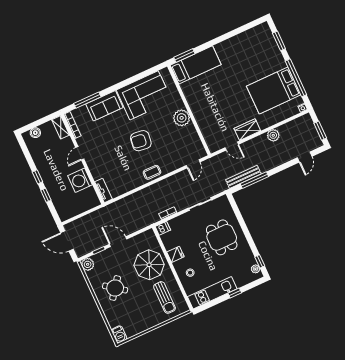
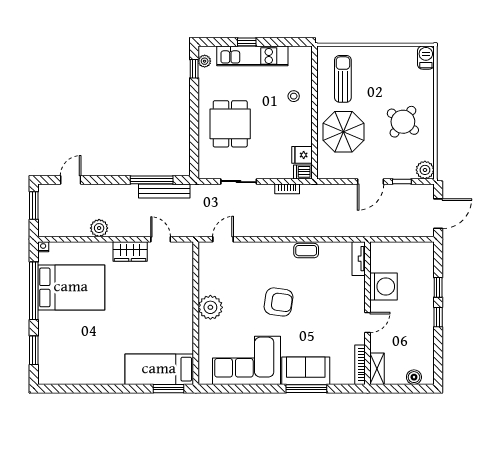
window: (87, 100) -> (306, 389), moved
coffee table: (152, 172) -> (306, 251), moved
door: (67, 241) -> (438, 214), hinge flipped
door: (118, 242) -> (371, 182), hinge flipped
fridge: (175, 254) -> (302, 155), moved
kitchen unit: (212, 293) -> (252, 56), moved

